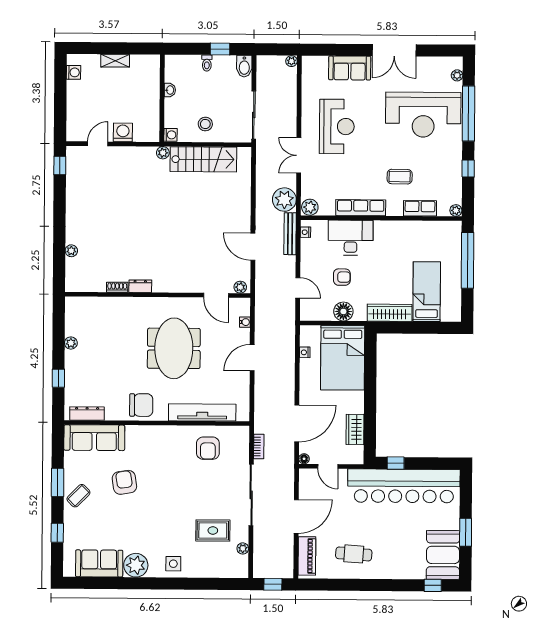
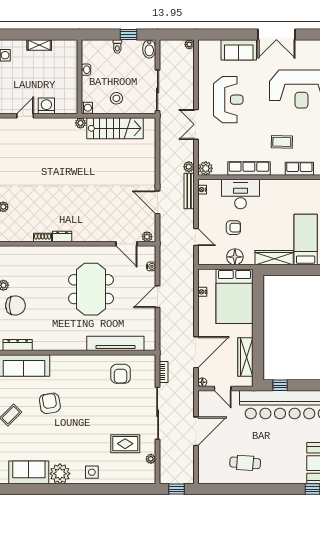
plant: (284, 200) -> (189, 167), width x0.53, depth x0.53
chair: (141, 405) -> (15, 306), moved
wardrobe: (355, 429) -> (245, 357), width x1.50
piano: (307, 556) -> (205, 465), removed

